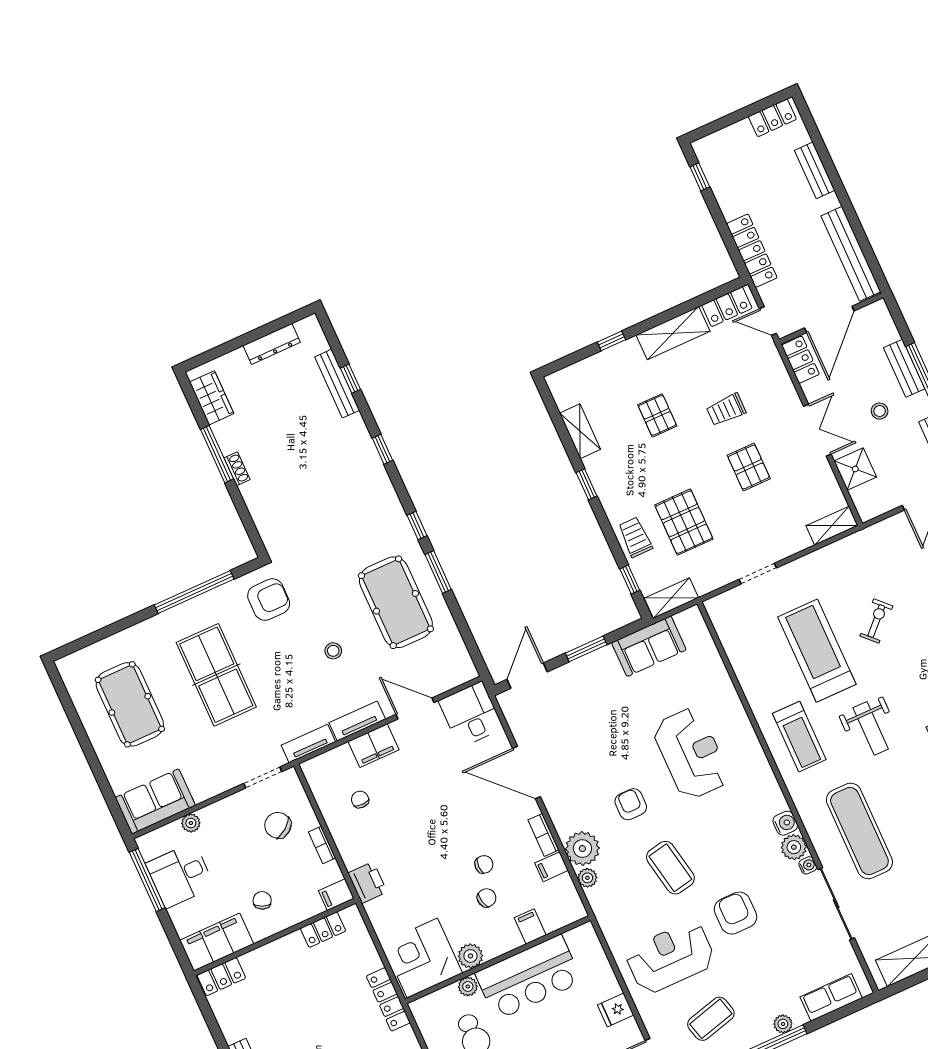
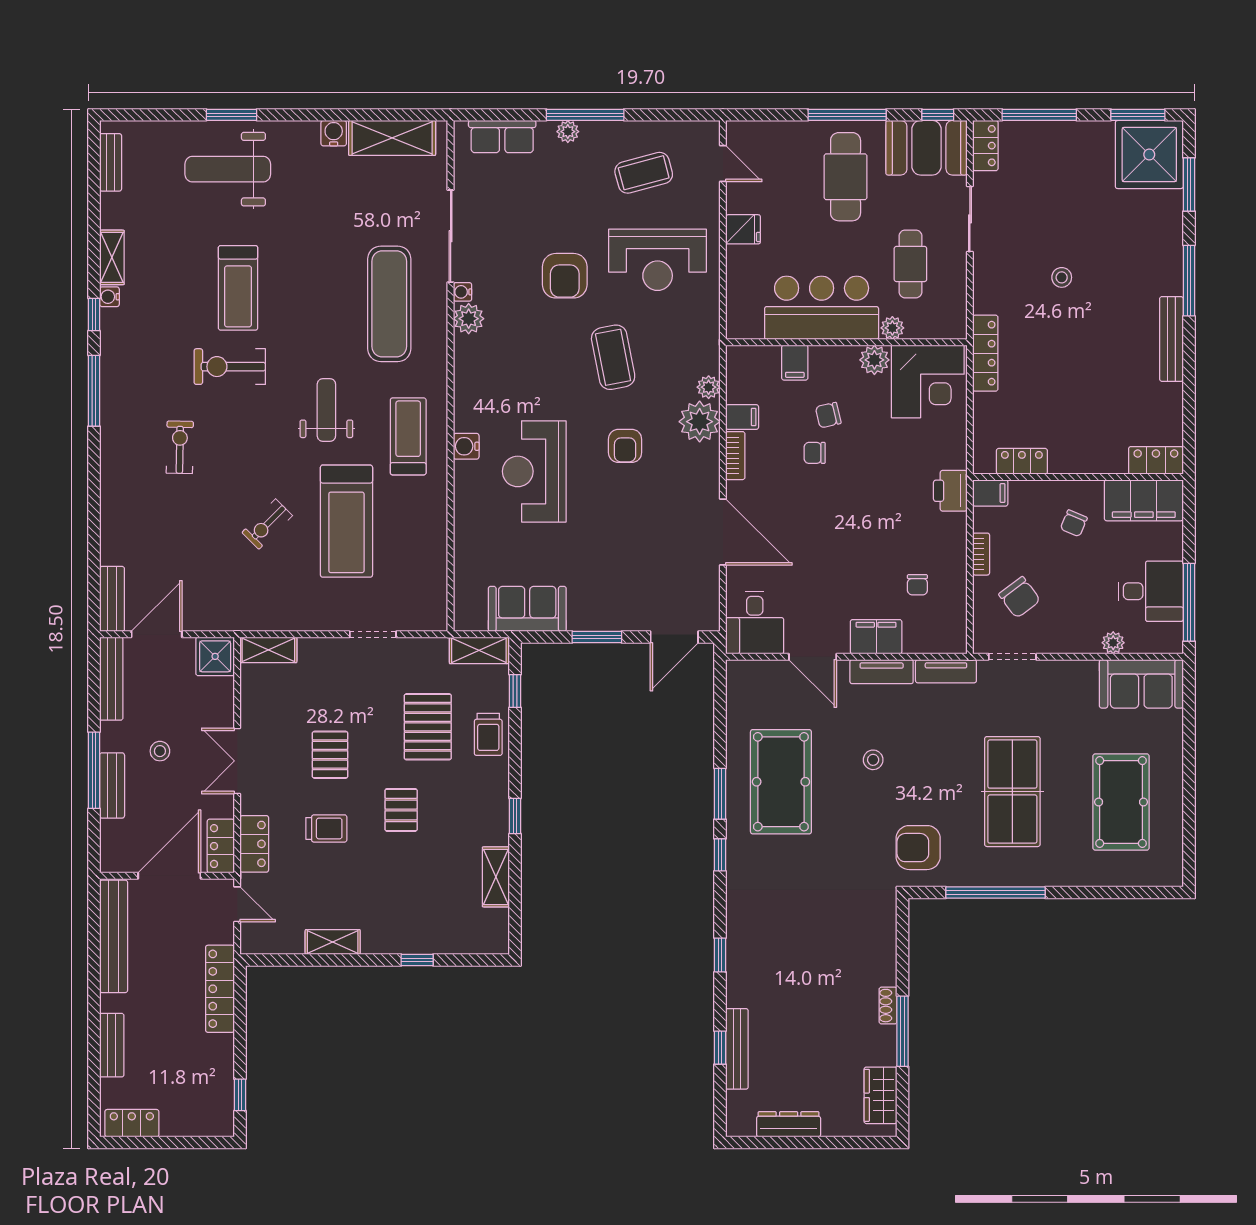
locker: (727, 307) -> (254, 844), moved, turned 90
shelving: (673, 333) -> (333, 942), width x0.67, depth x0.75
pallet: (657, 415) -> (401, 810), moved
shower: (855, 469) -> (215, 656), moved
water cooler: (785, 823) -> (466, 446), moved

